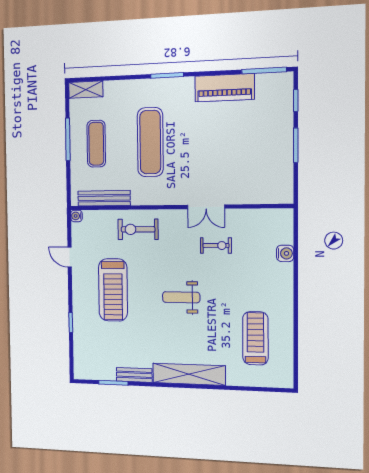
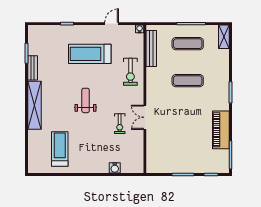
exercise mat: (150, 142) -> (188, 81), width x0.73, depth x0.69
exercise bike: (138, 229) -> (130, 72), turned 180
treadmill: (255, 338) -> (60, 149), turned -90

